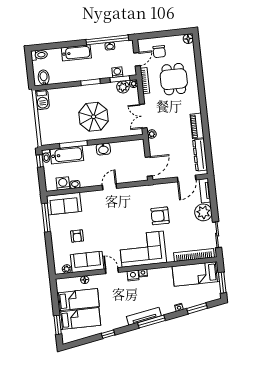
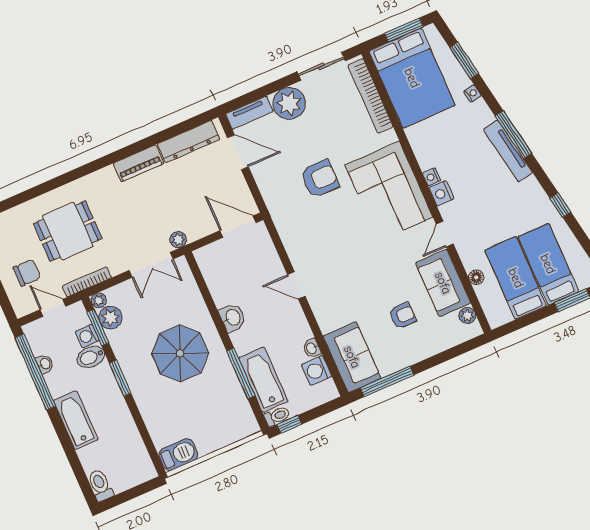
bidet: (44, 77) -> (91, 357), moved
armchair: (160, 216) -> (320, 179), turned -90
bed: (196, 274) -> (412, 78), width x1.50

